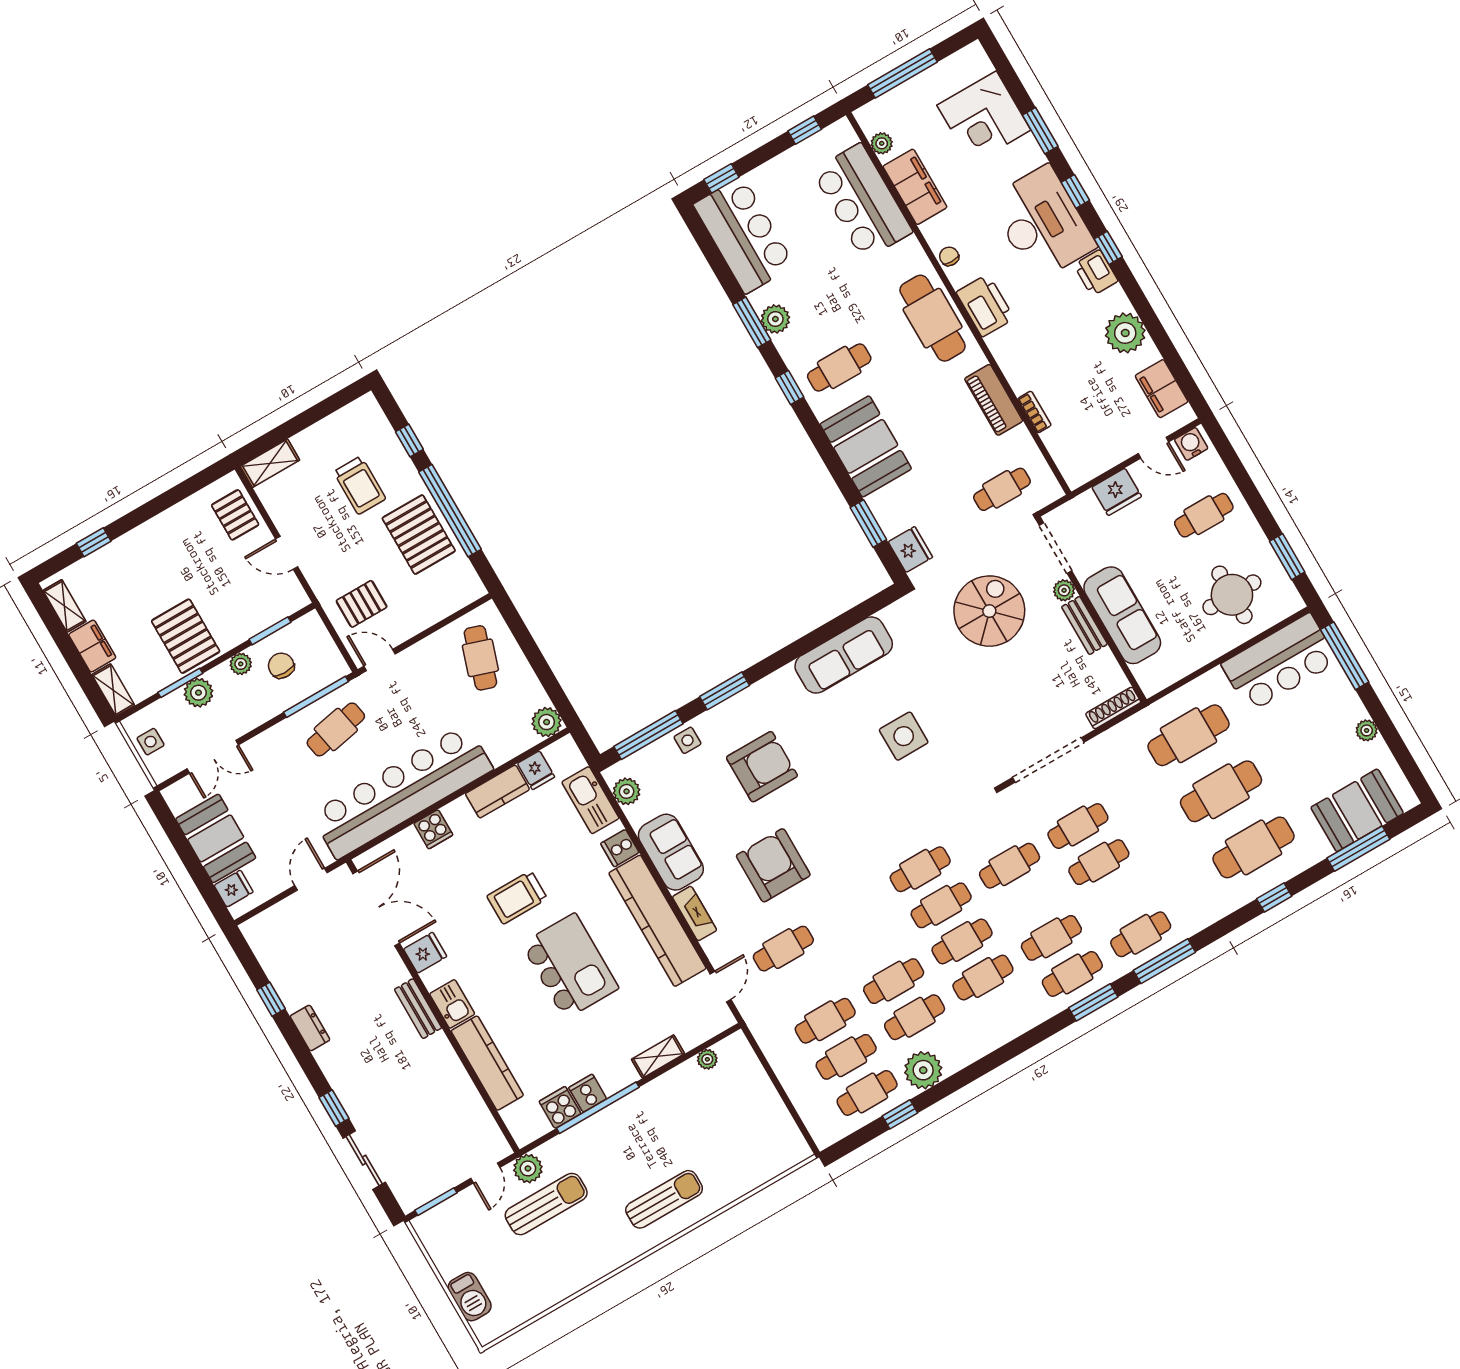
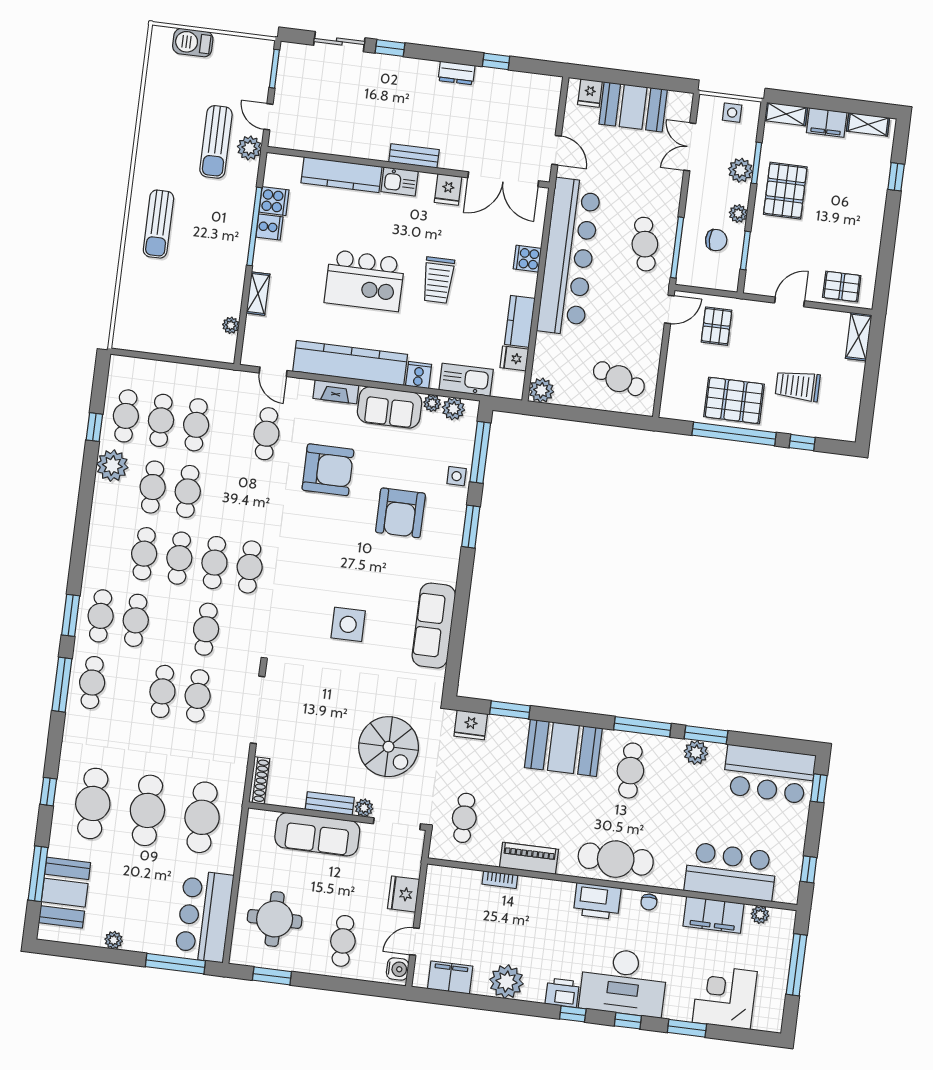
chair: (949, 256) -> (649, 902), turned 90
window: (790, 387) -> (642, 727), width x2.17
pallet: (186, 636) -> (785, 191), turned 90
plant: (637, 815) -> (432, 403), added
trolley: (517, 897) -> (438, 280), turned 180

